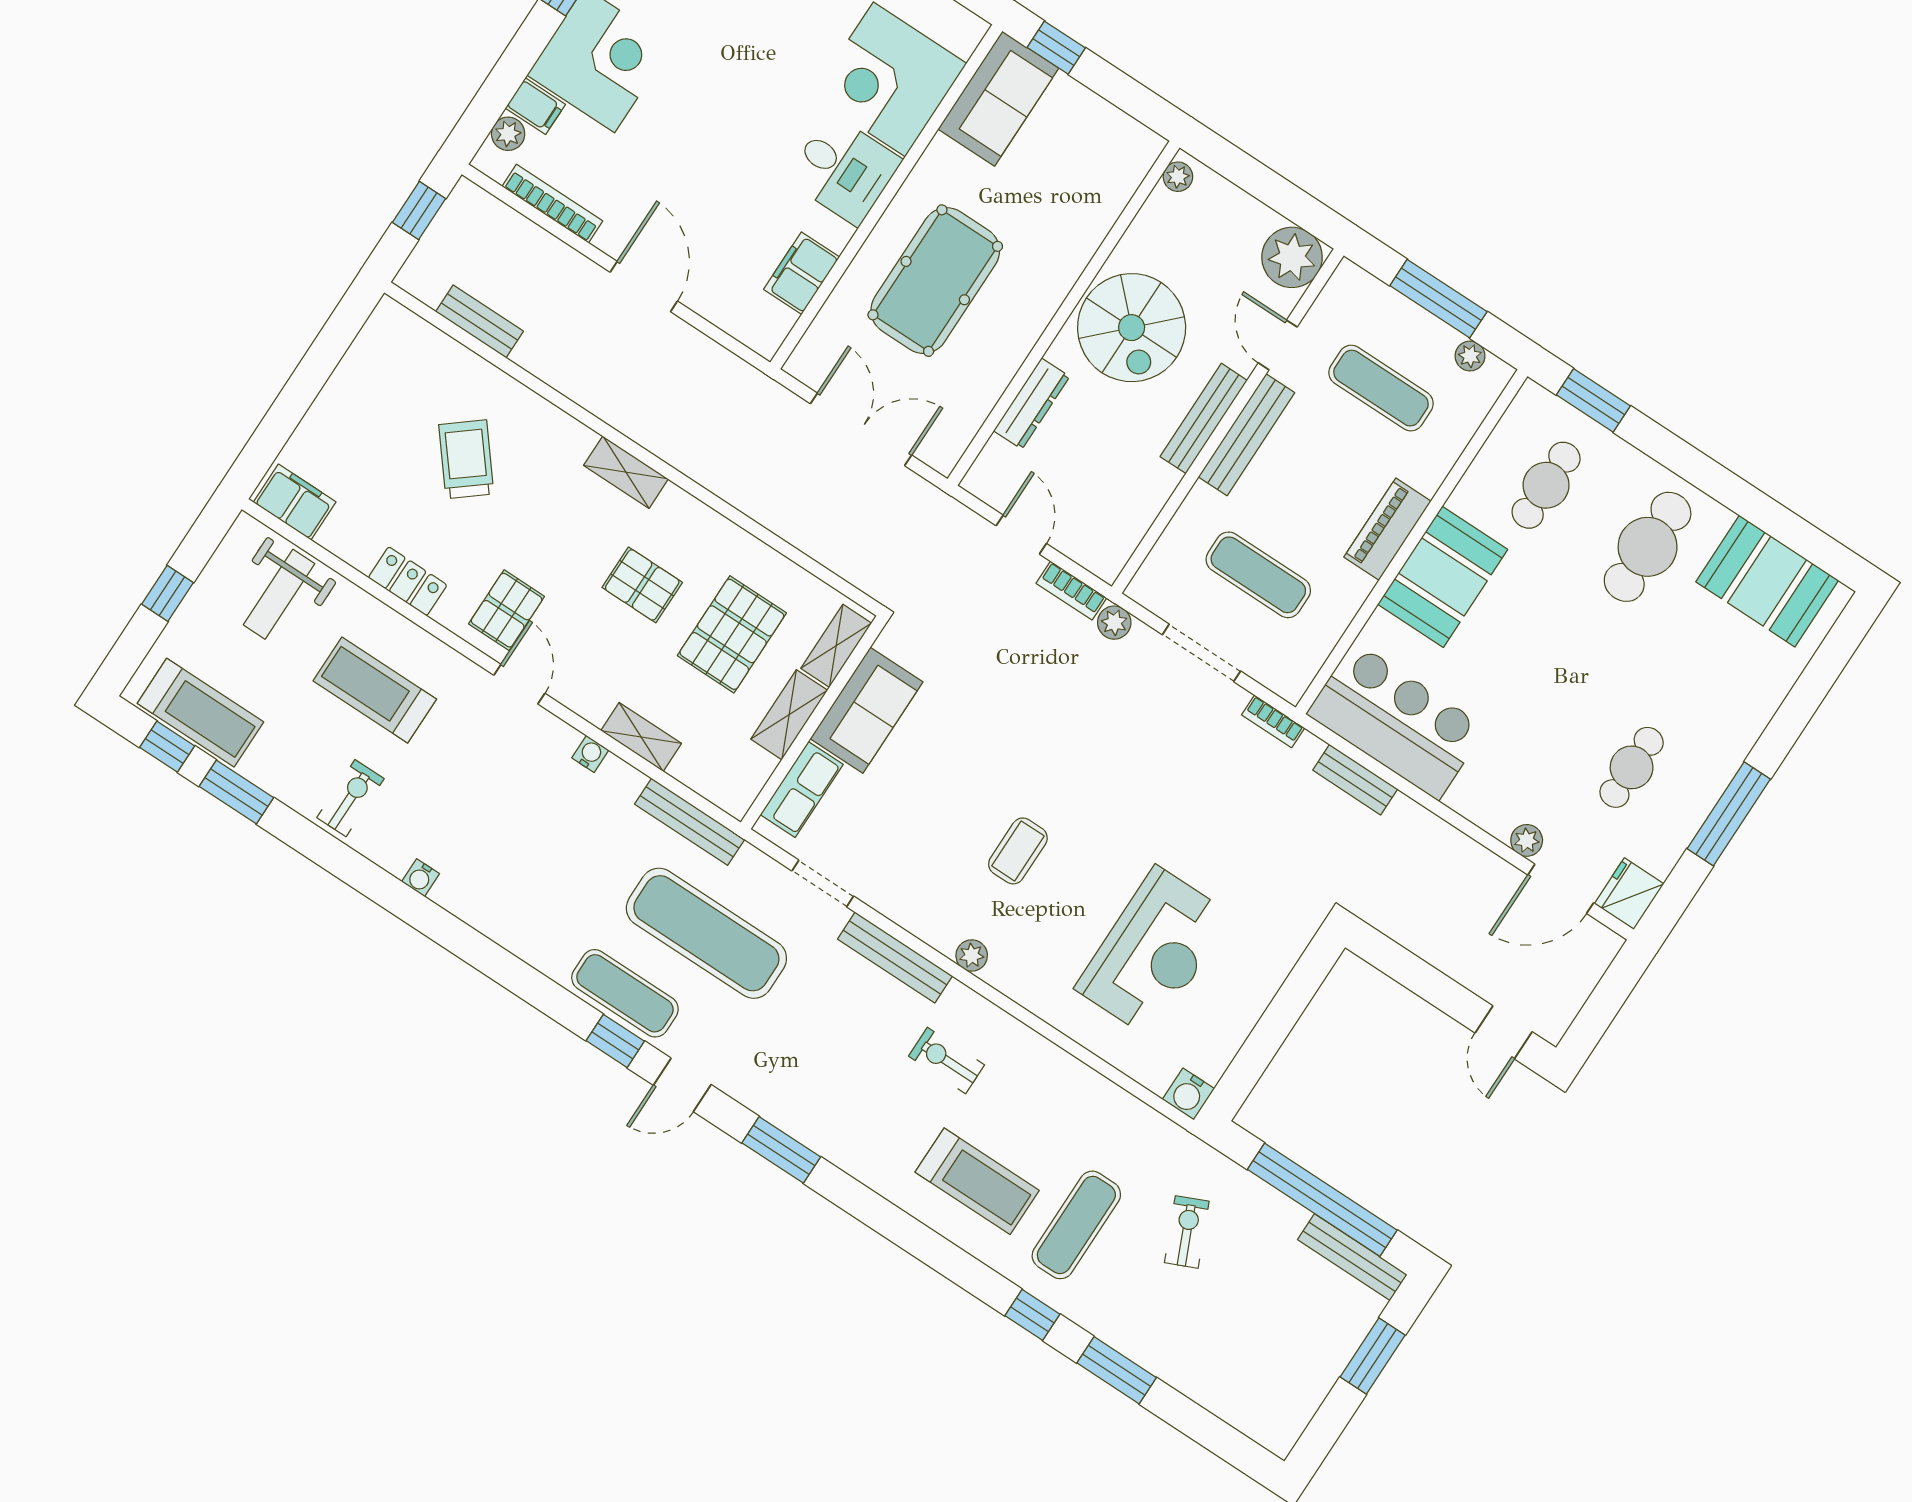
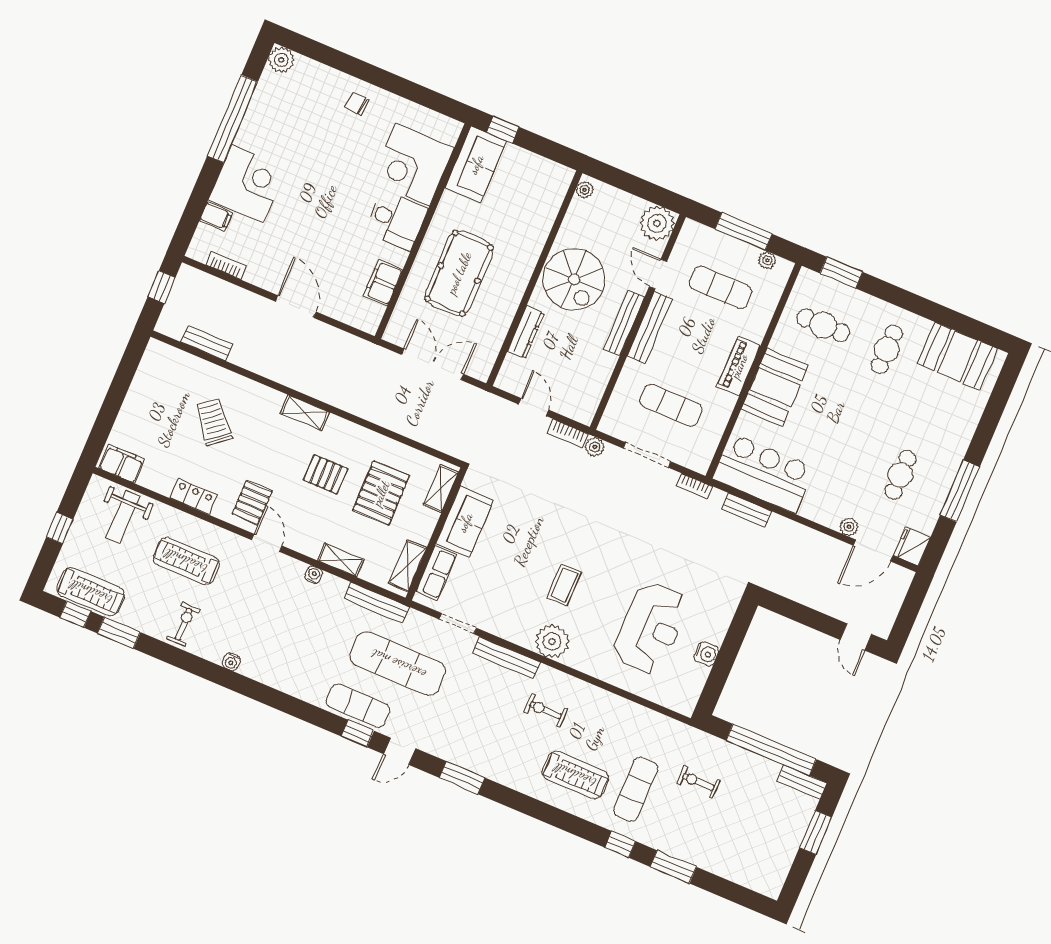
plant: (508, 134) -> (204, 235), removed
bookcase: (552, 204) -> (226, 265), width x0.64
cafe table: (1546, 485) -> (823, 325), turned 90
cafe table: (1648, 547) -> (887, 349), width x0.73, depth x0.74
shelving: (789, 715) -> (408, 565), moved
plant: (972, 955) -> (552, 641), width x1.87, depth x1.87
water cooler: (1188, 1094) -> (706, 654), moved, turned -90
exercise bike: (1187, 1232) -> (698, 782), turned -66
bench: (1352, 1257) -> (802, 782), width x0.73

